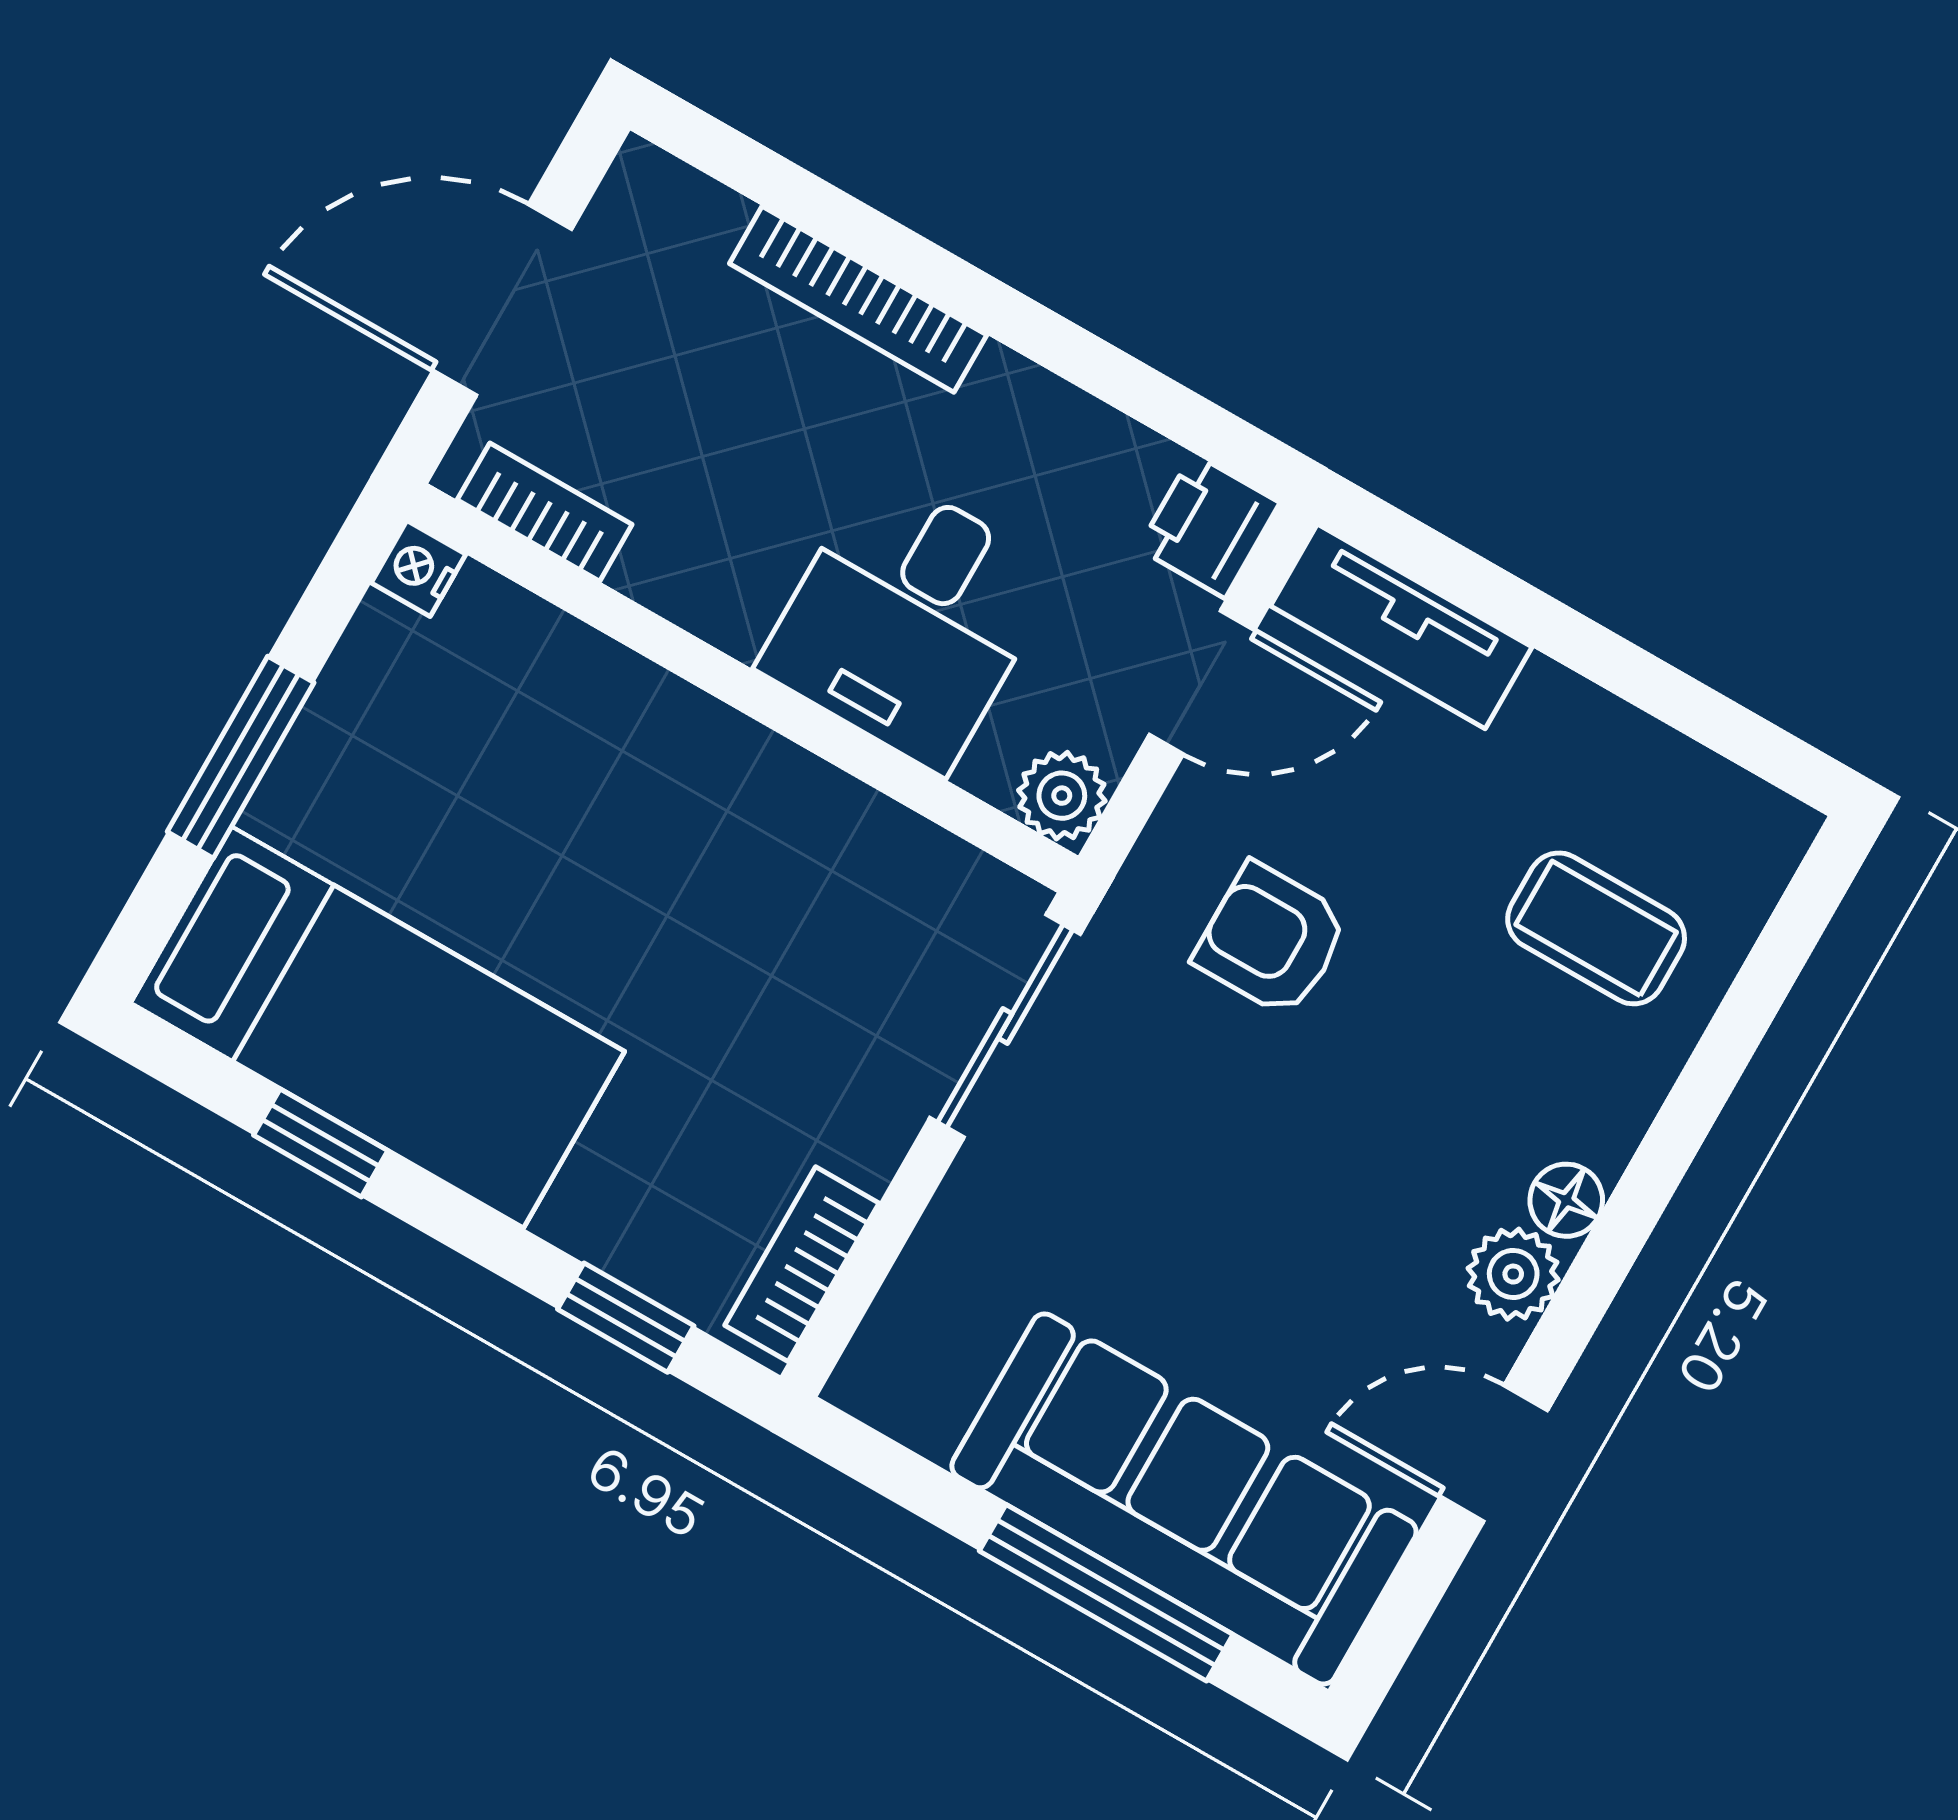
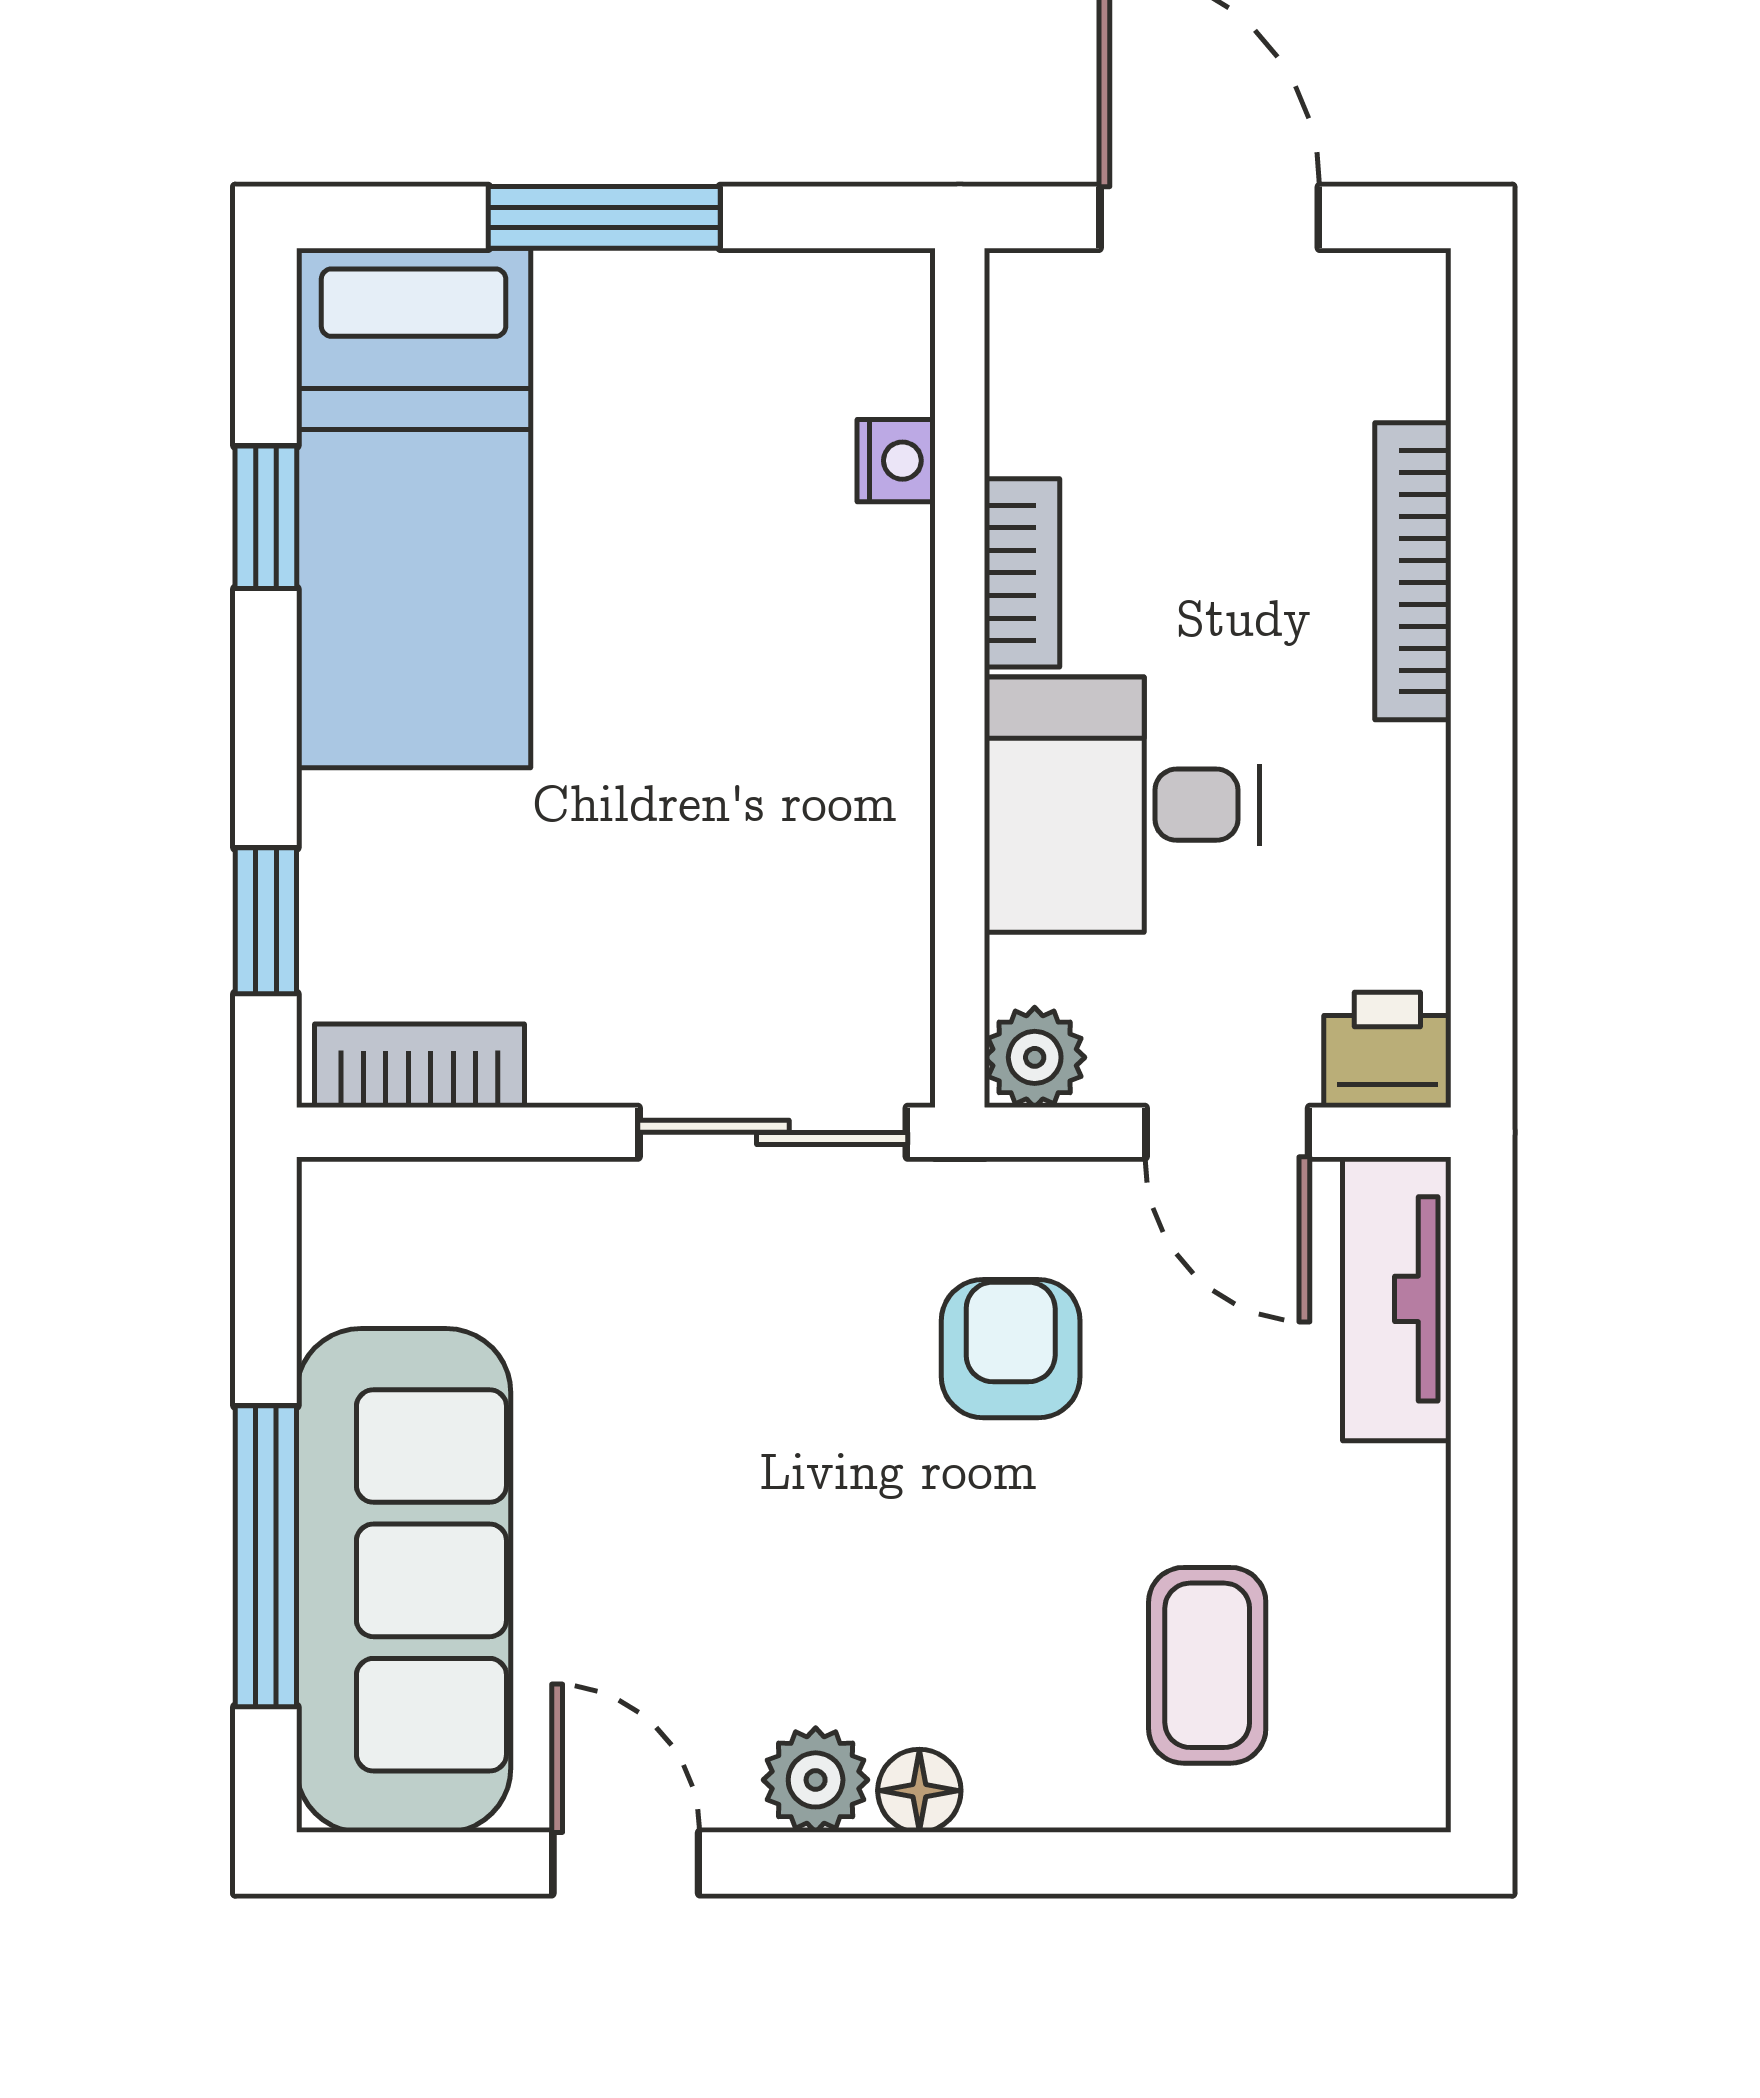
bookcase: (545, 512) -> (1022, 573), moved
nightstand: (419, 569) -> (896, 461), moved, turned 90

